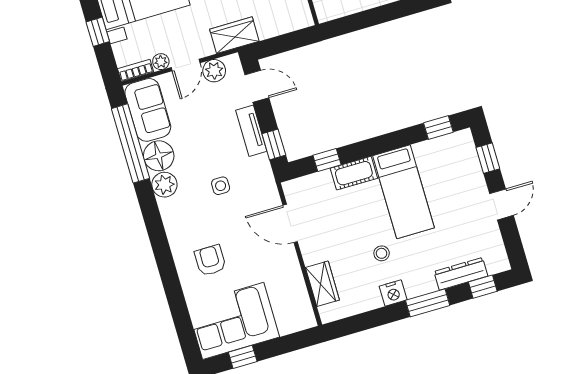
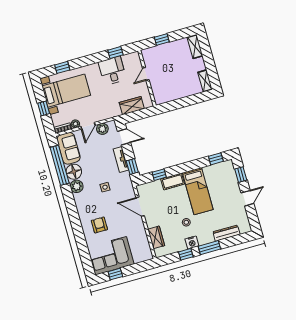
wardrobe: (234, 35) -> (132, 106), moved
window: (483, 287) -> (186, 254), moved

